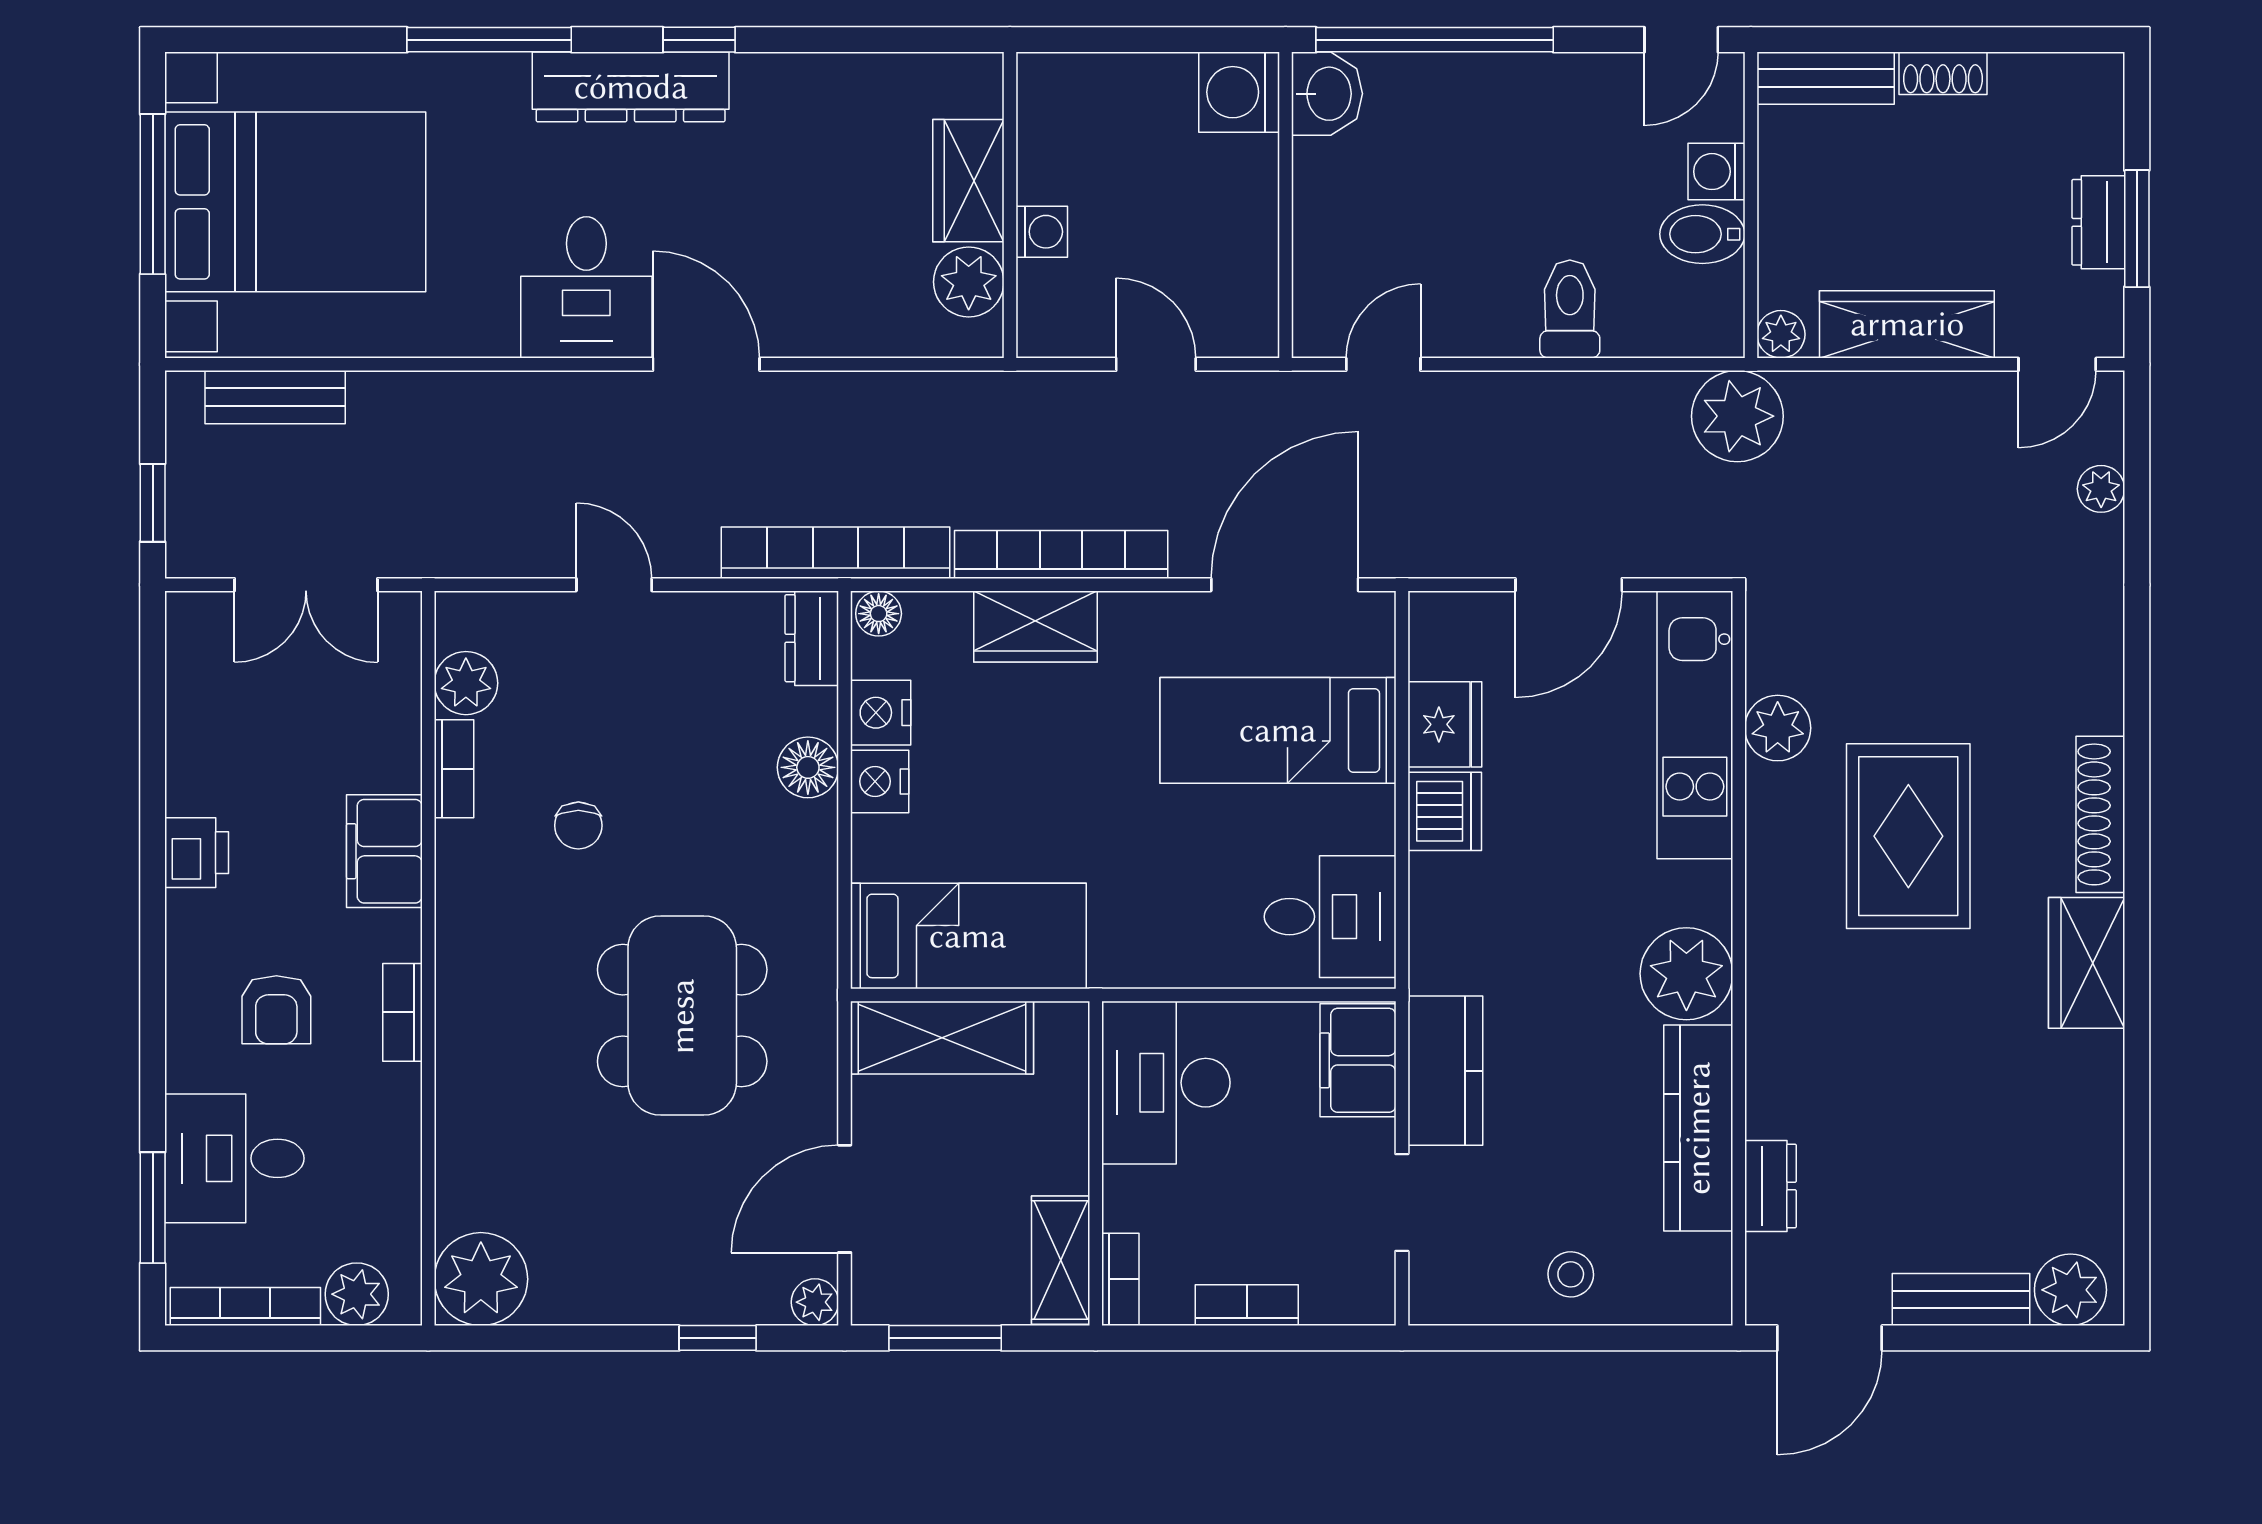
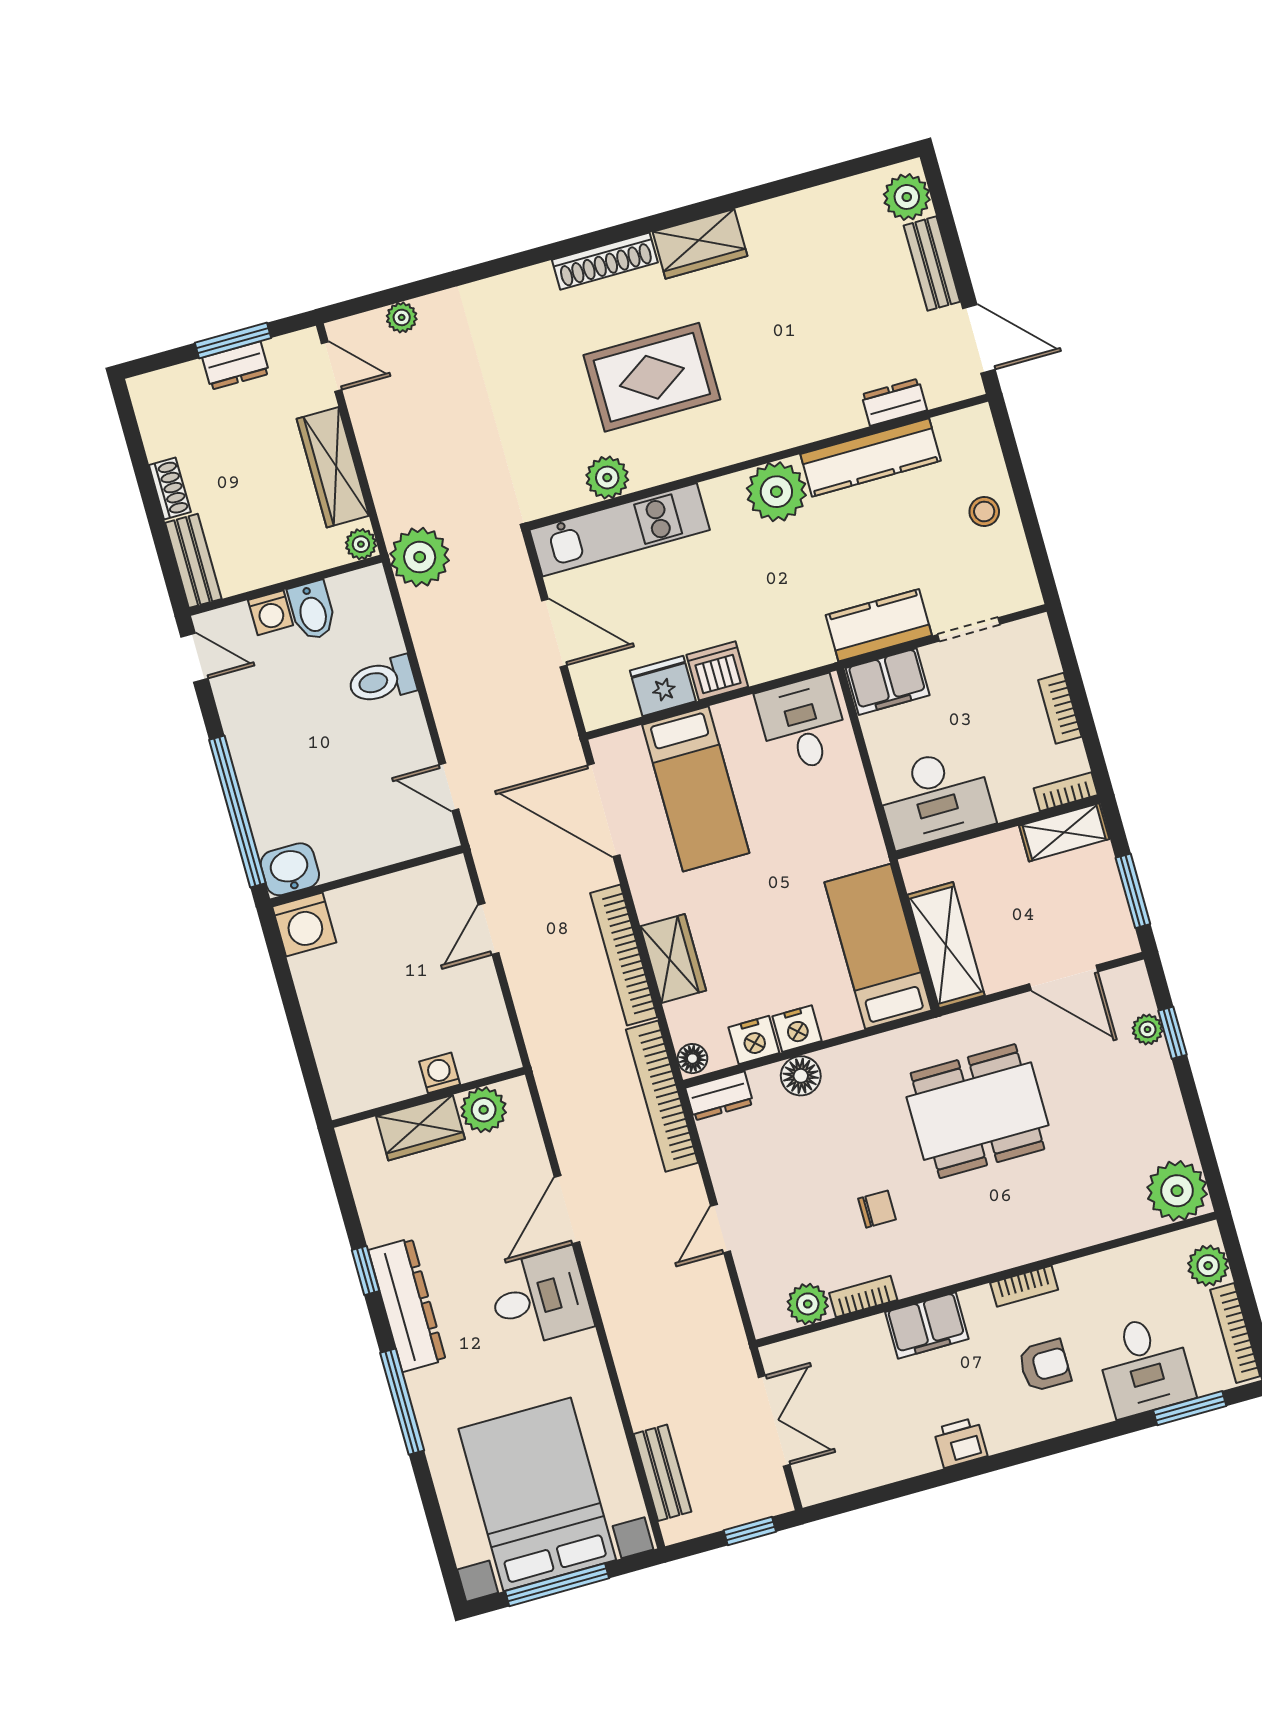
wardrobe: (968, 181) -> (421, 1128), moved
wall: (1010, 205) -> (428, 1097), moved
washing machine: (1042, 232) -> (440, 1073), moved
plant: (969, 282) -> (484, 1110), moved
plant: (815, 1302) -> (1148, 1029), moved

